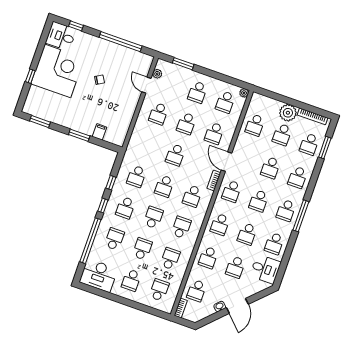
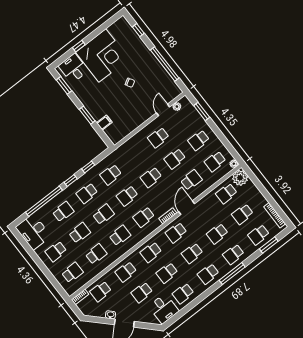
desk: (61, 36) -> (73, 68), moved
plant: (288, 113) -> (240, 178), moved
school desk: (214, 133) -> (191, 180), turned 180
window: (301, 216) -> (232, 274), moved

